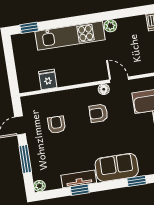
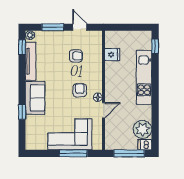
plant: (110, 26) -> (143, 129), moved, width x1.88, depth x1.88
tv unit: (79, 179) -> (31, 61), width x1.41
window: (80, 190) -> (22, 47), moved

